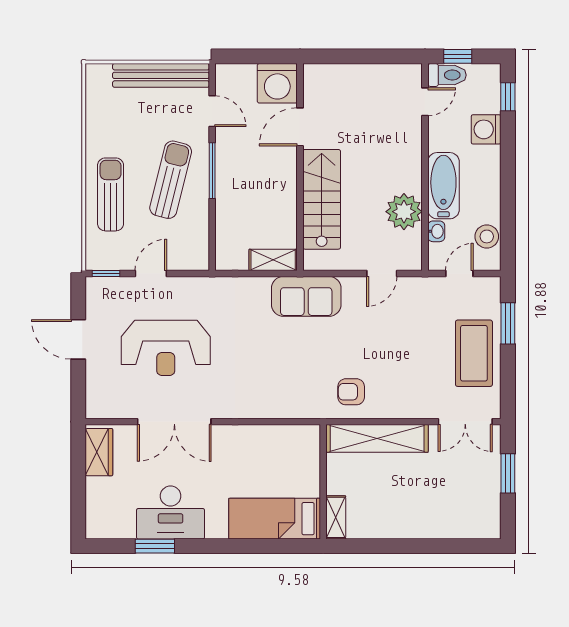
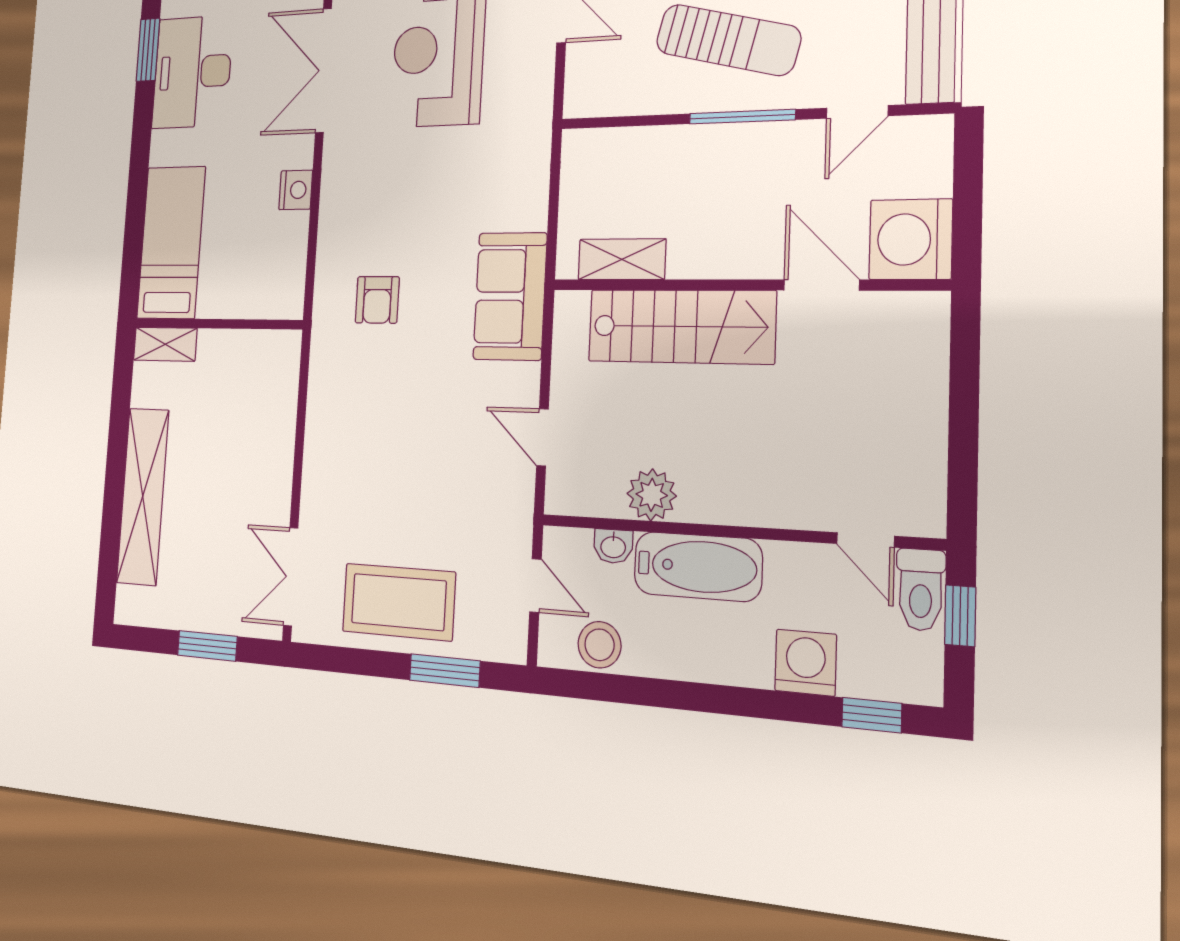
plant: (404, 212) -> (652, 495), width x0.73, depth x0.73
shelving: (273, 260) -> (622, 259), moved, turned 90
armchair: (351, 392) -> (377, 300), moved, turned 180
nightstand: (245, 435) -> (296, 190), added
shelving: (377, 438) -> (143, 496), moved

